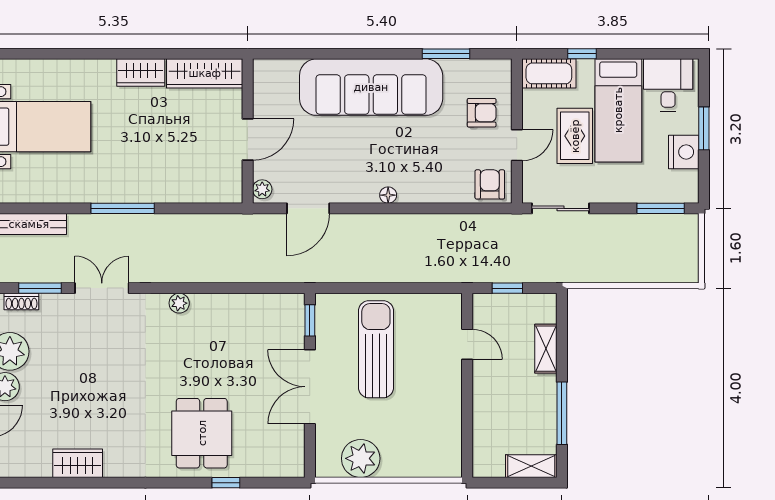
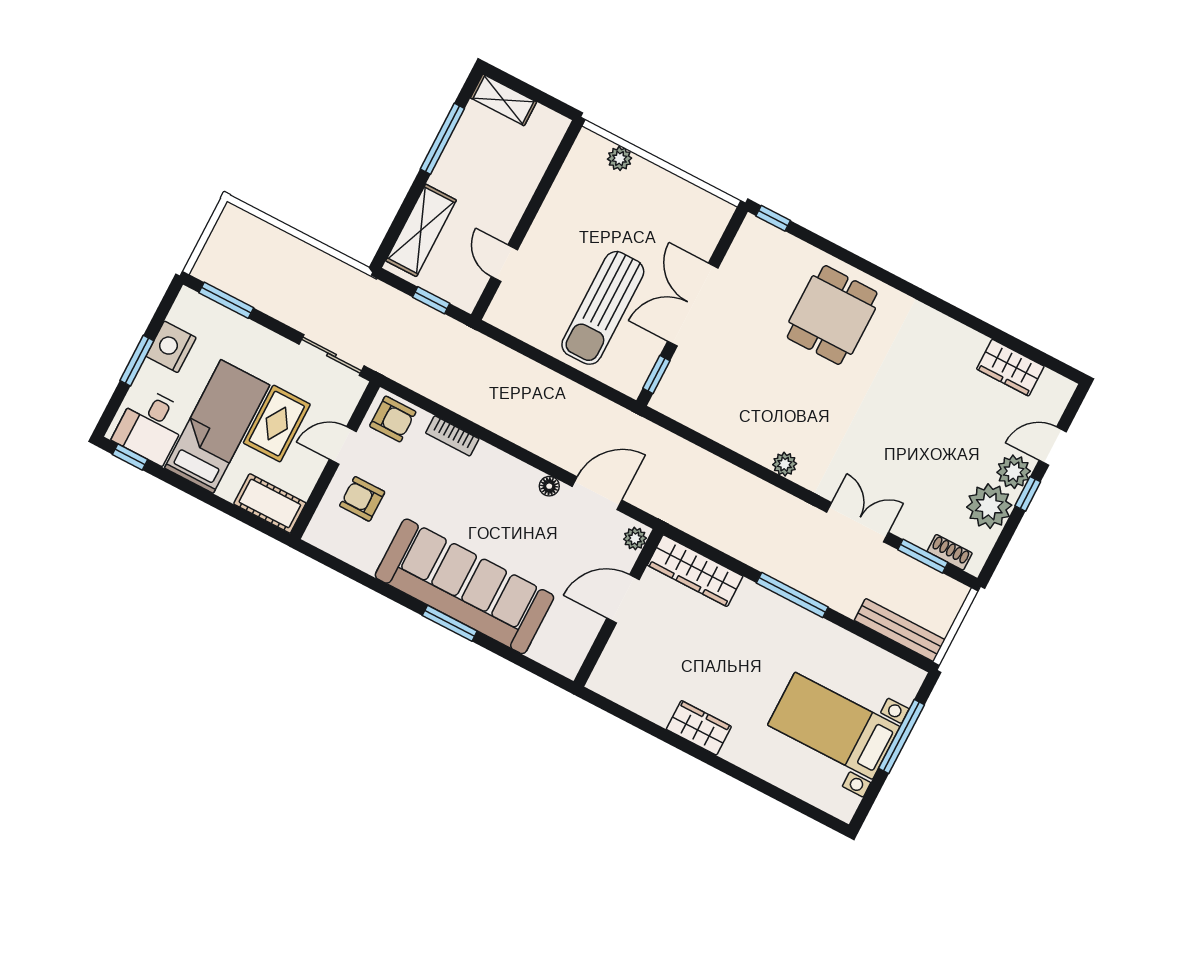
window: (446, 54) -> (450, 623), moved
window: (582, 54) -> (130, 457), moved
wardrobe: (205, 73) -> (695, 571), moved, turned 180
armchair: (490, 184) -> (393, 419), turned -90
floor lamp: (388, 195) -> (549, 486), moved
bookcase: (439, 195) -> (452, 436), added
double door: (102, 288) -> (858, 522), swing flipped
shelving: (546, 349) -> (421, 230), width x1.50, depth x1.33
double door: (310, 387) -> (693, 305), swing flipped
plant: (361, 458) -> (620, 159), moved, width x0.53, depth x0.53
wardrobe: (78, 463) -> (1010, 368), moved
window: (226, 483) -> (773, 218), moved

